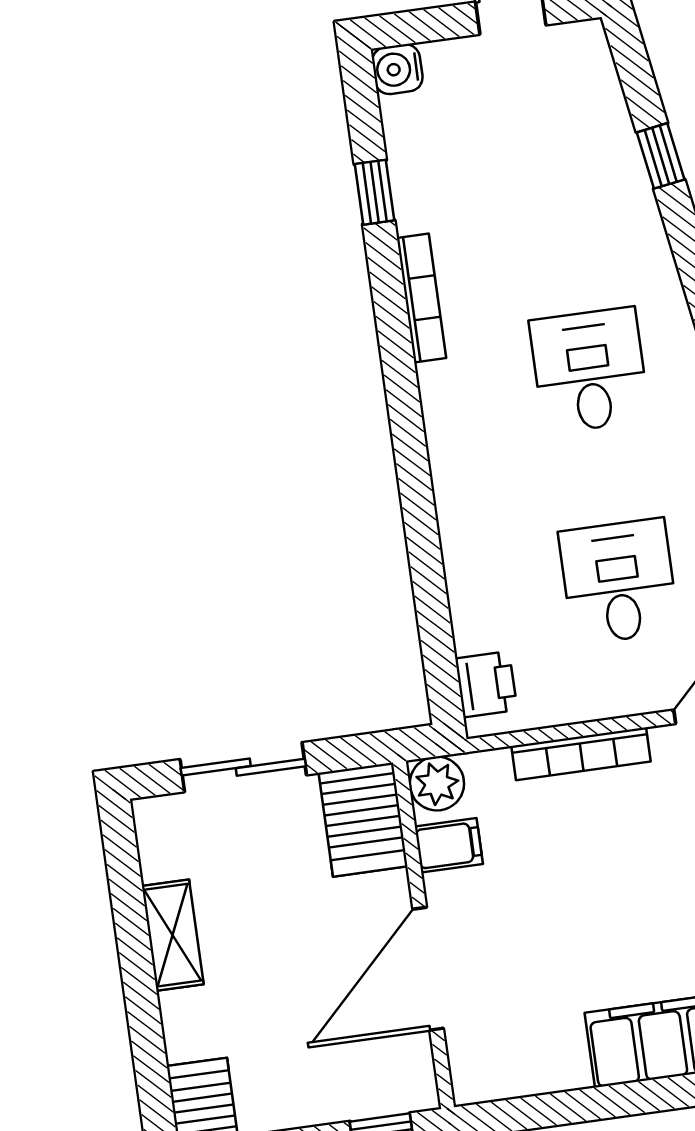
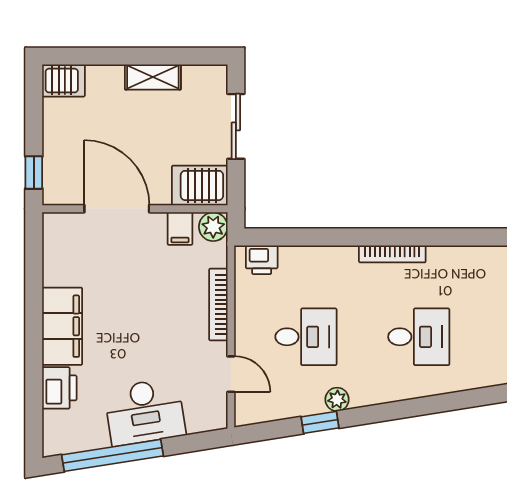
bookcase: (421, 298) -> (392, 254), moved

